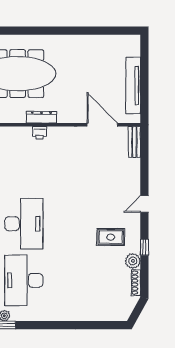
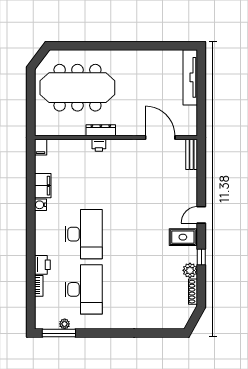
tv unit: (133, 85) -> (190, 77), moved
rug: (111, 237) -> (183, 237), moved
desk: (24, 280) -> (84, 289), turned 180

